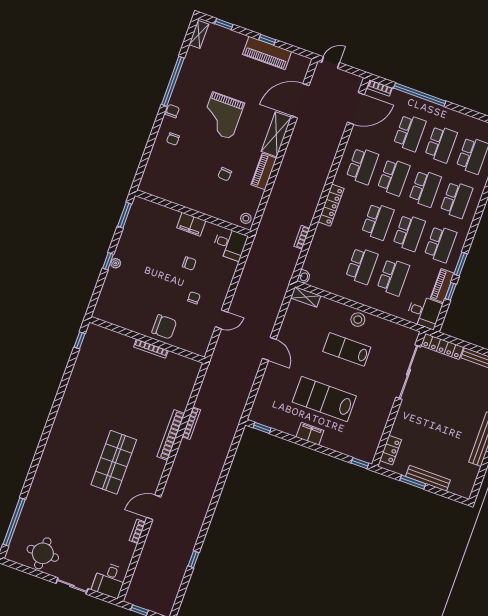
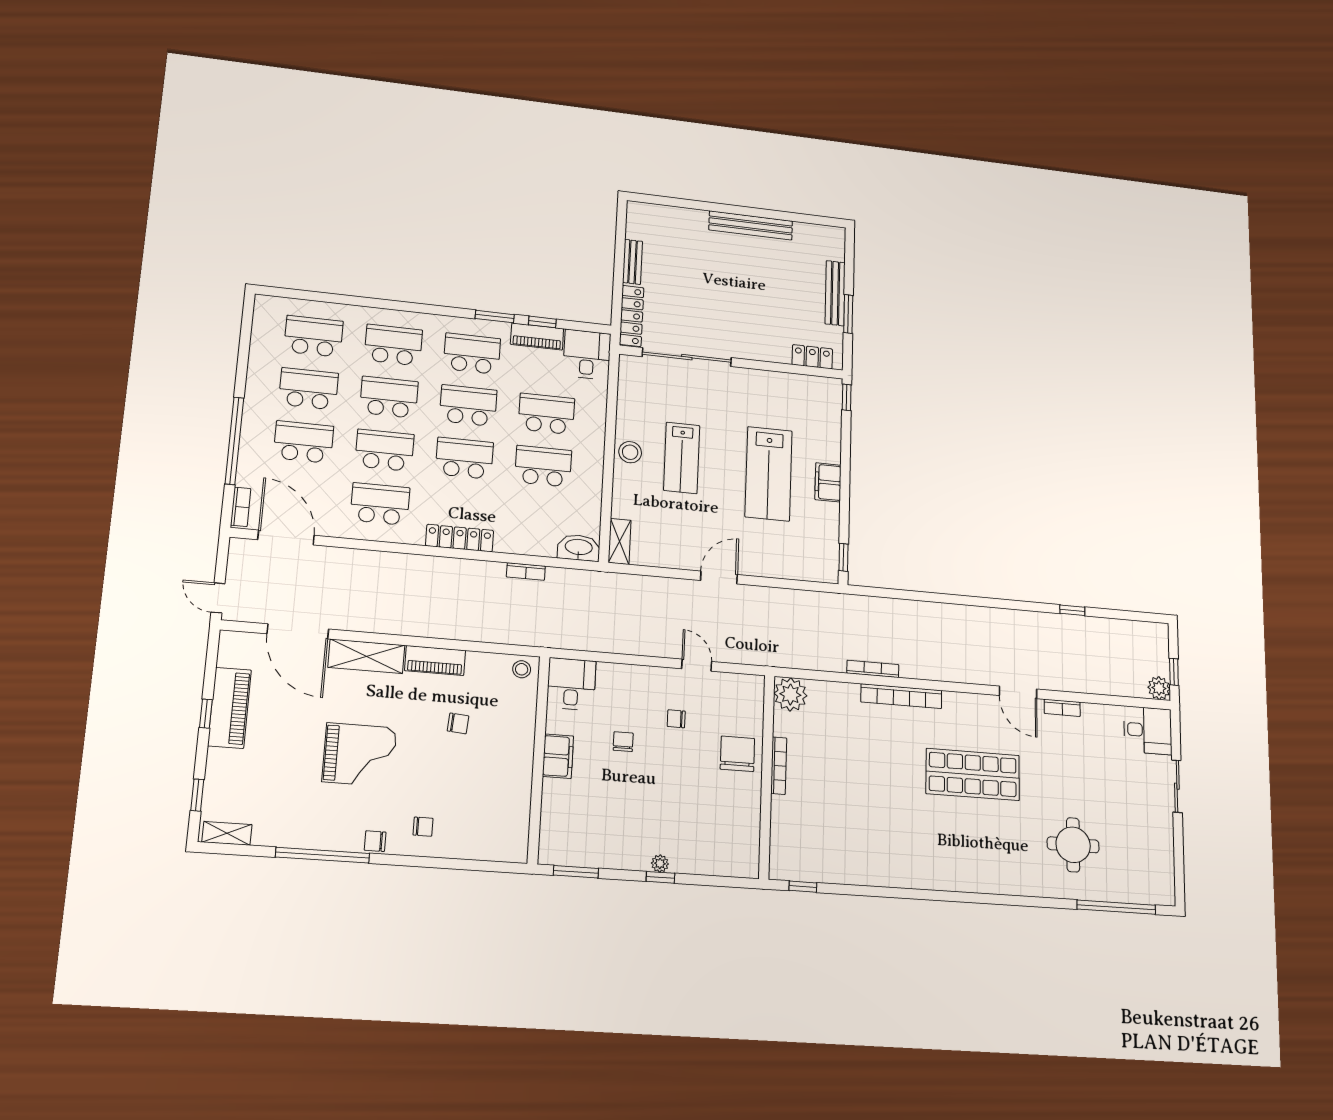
washbasin: (304, 277) -> (579, 548), width x1.91, depth x1.45
plant: (190, 369) -> (790, 694), added
round table: (43, 553) -> (1073, 845), moved
plant: (132, 597) -> (1159, 688), added

